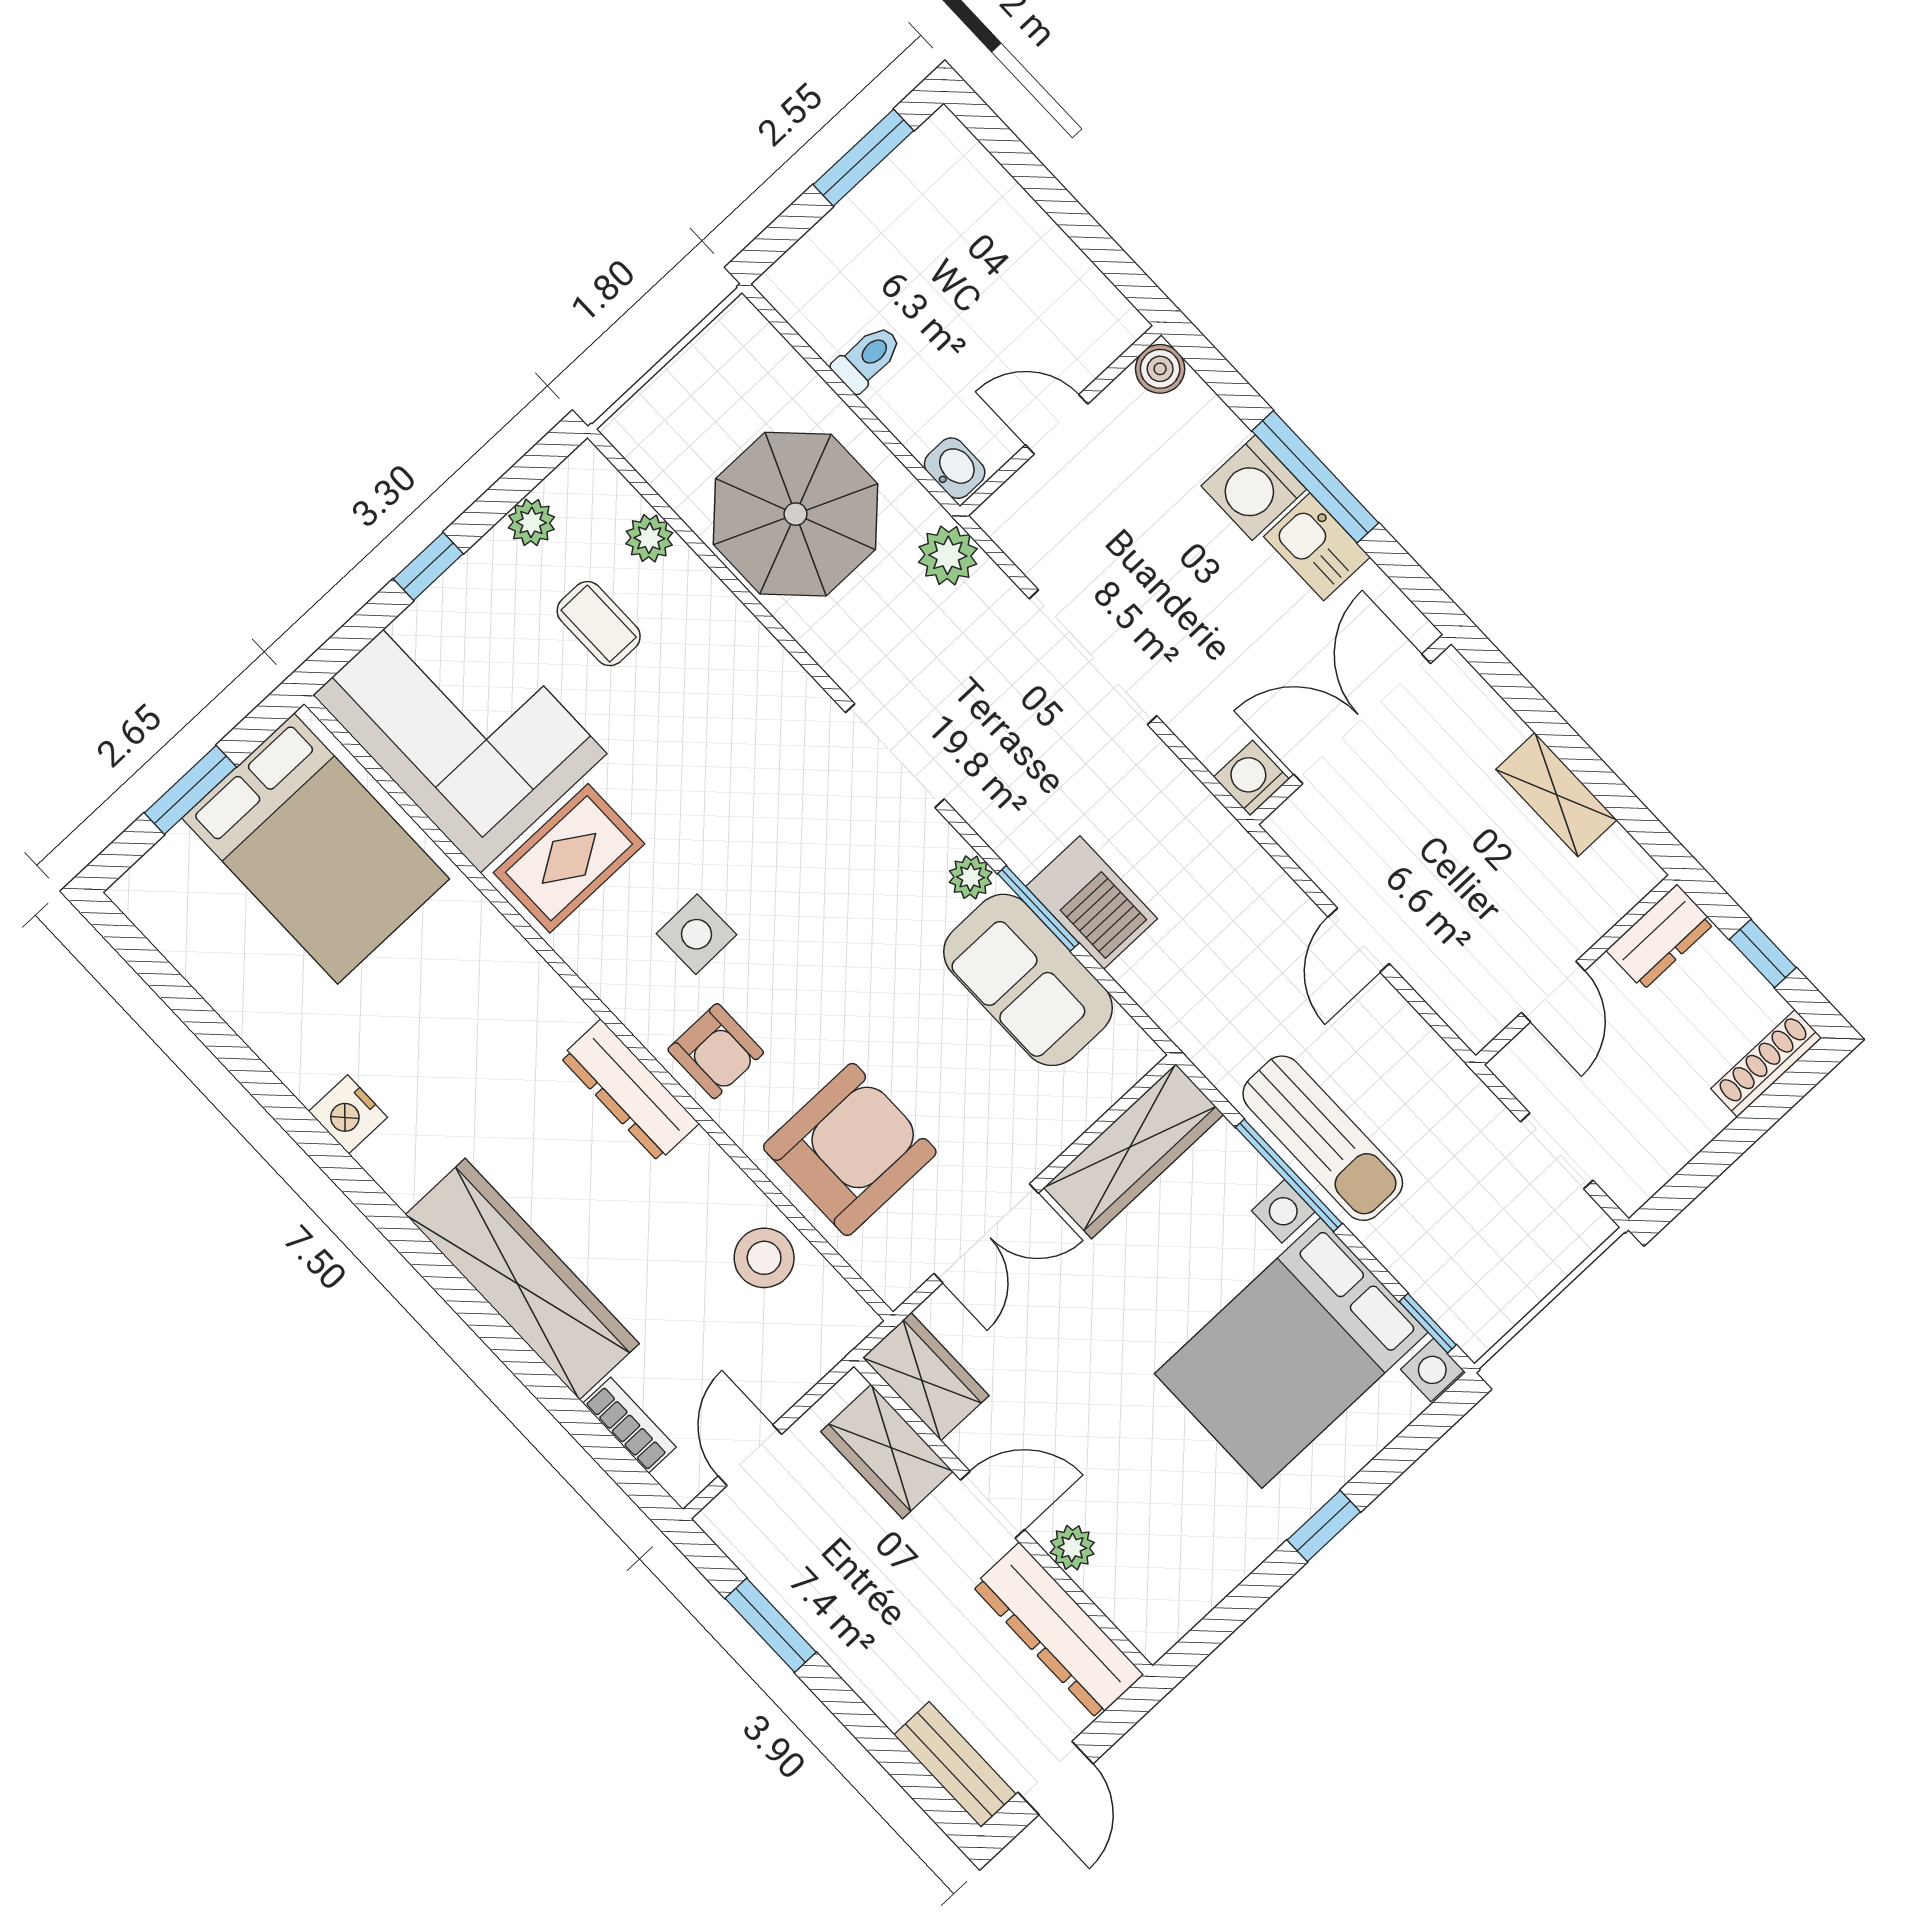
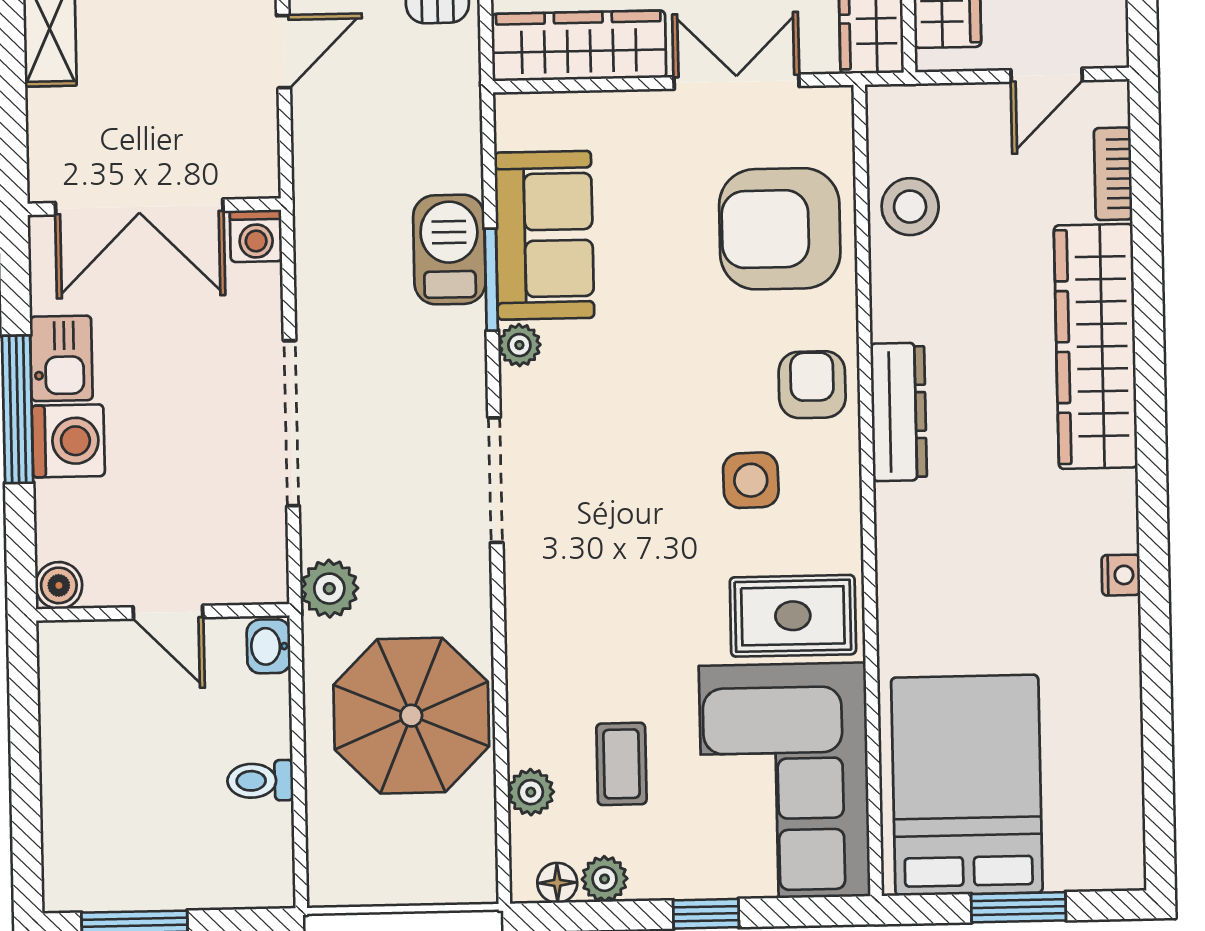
floor lamp: (565, 486) -> (557, 883), added
nightstand: (348, 1114) -> (1121, 575), width x0.72, depth x0.74

